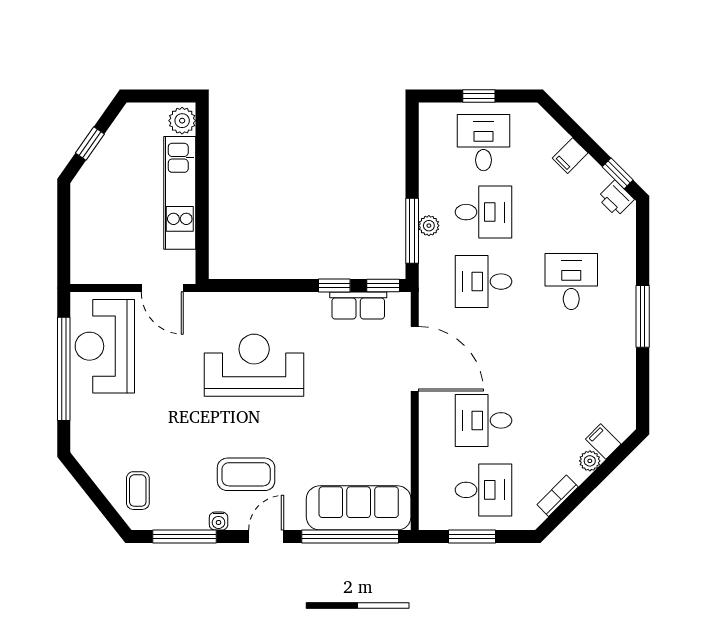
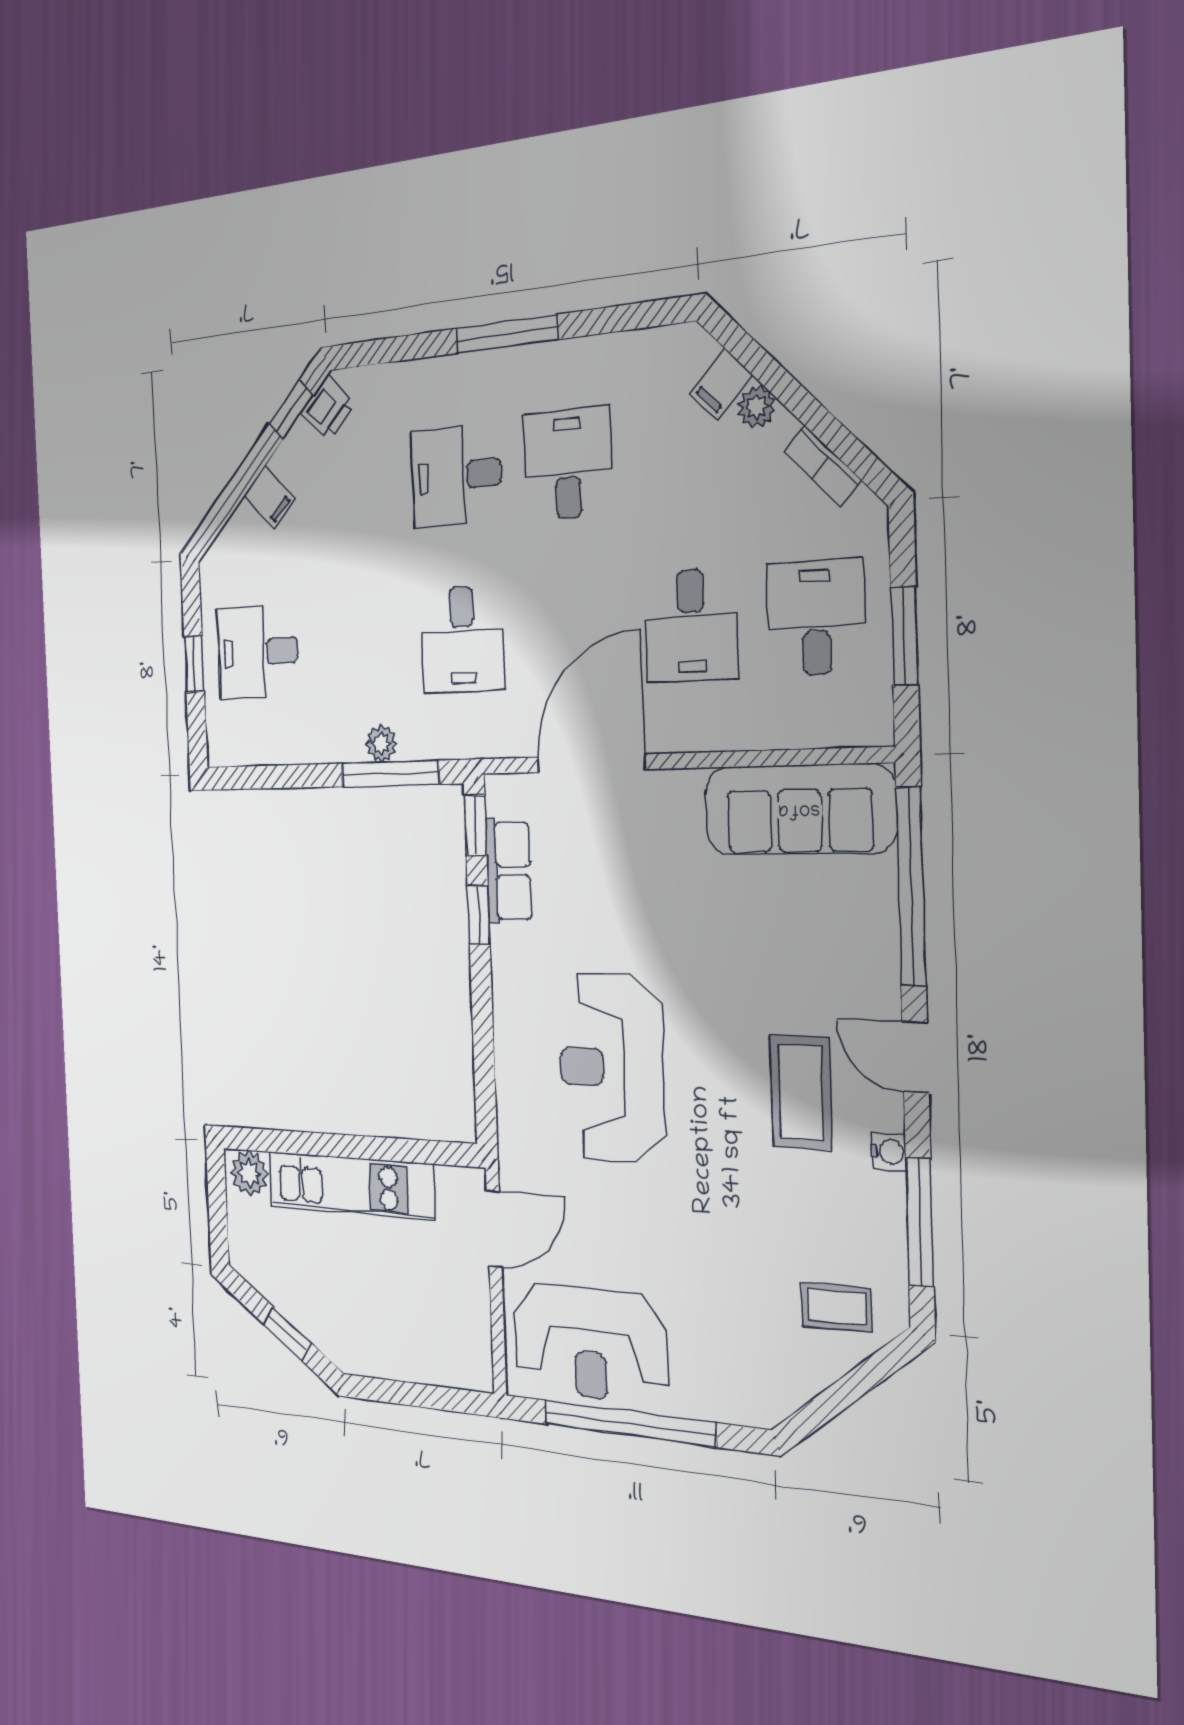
desk: (483, 212) -> (568, 464), moved
sofa: (359, 508) -> (799, 809), moved, turned -90

